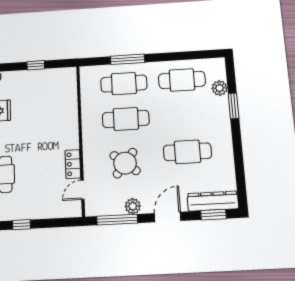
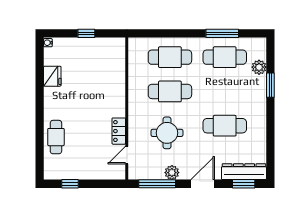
window: (128, 59) -> (222, 33), moved
round table: (125, 163) -> (167, 133), turned -38

